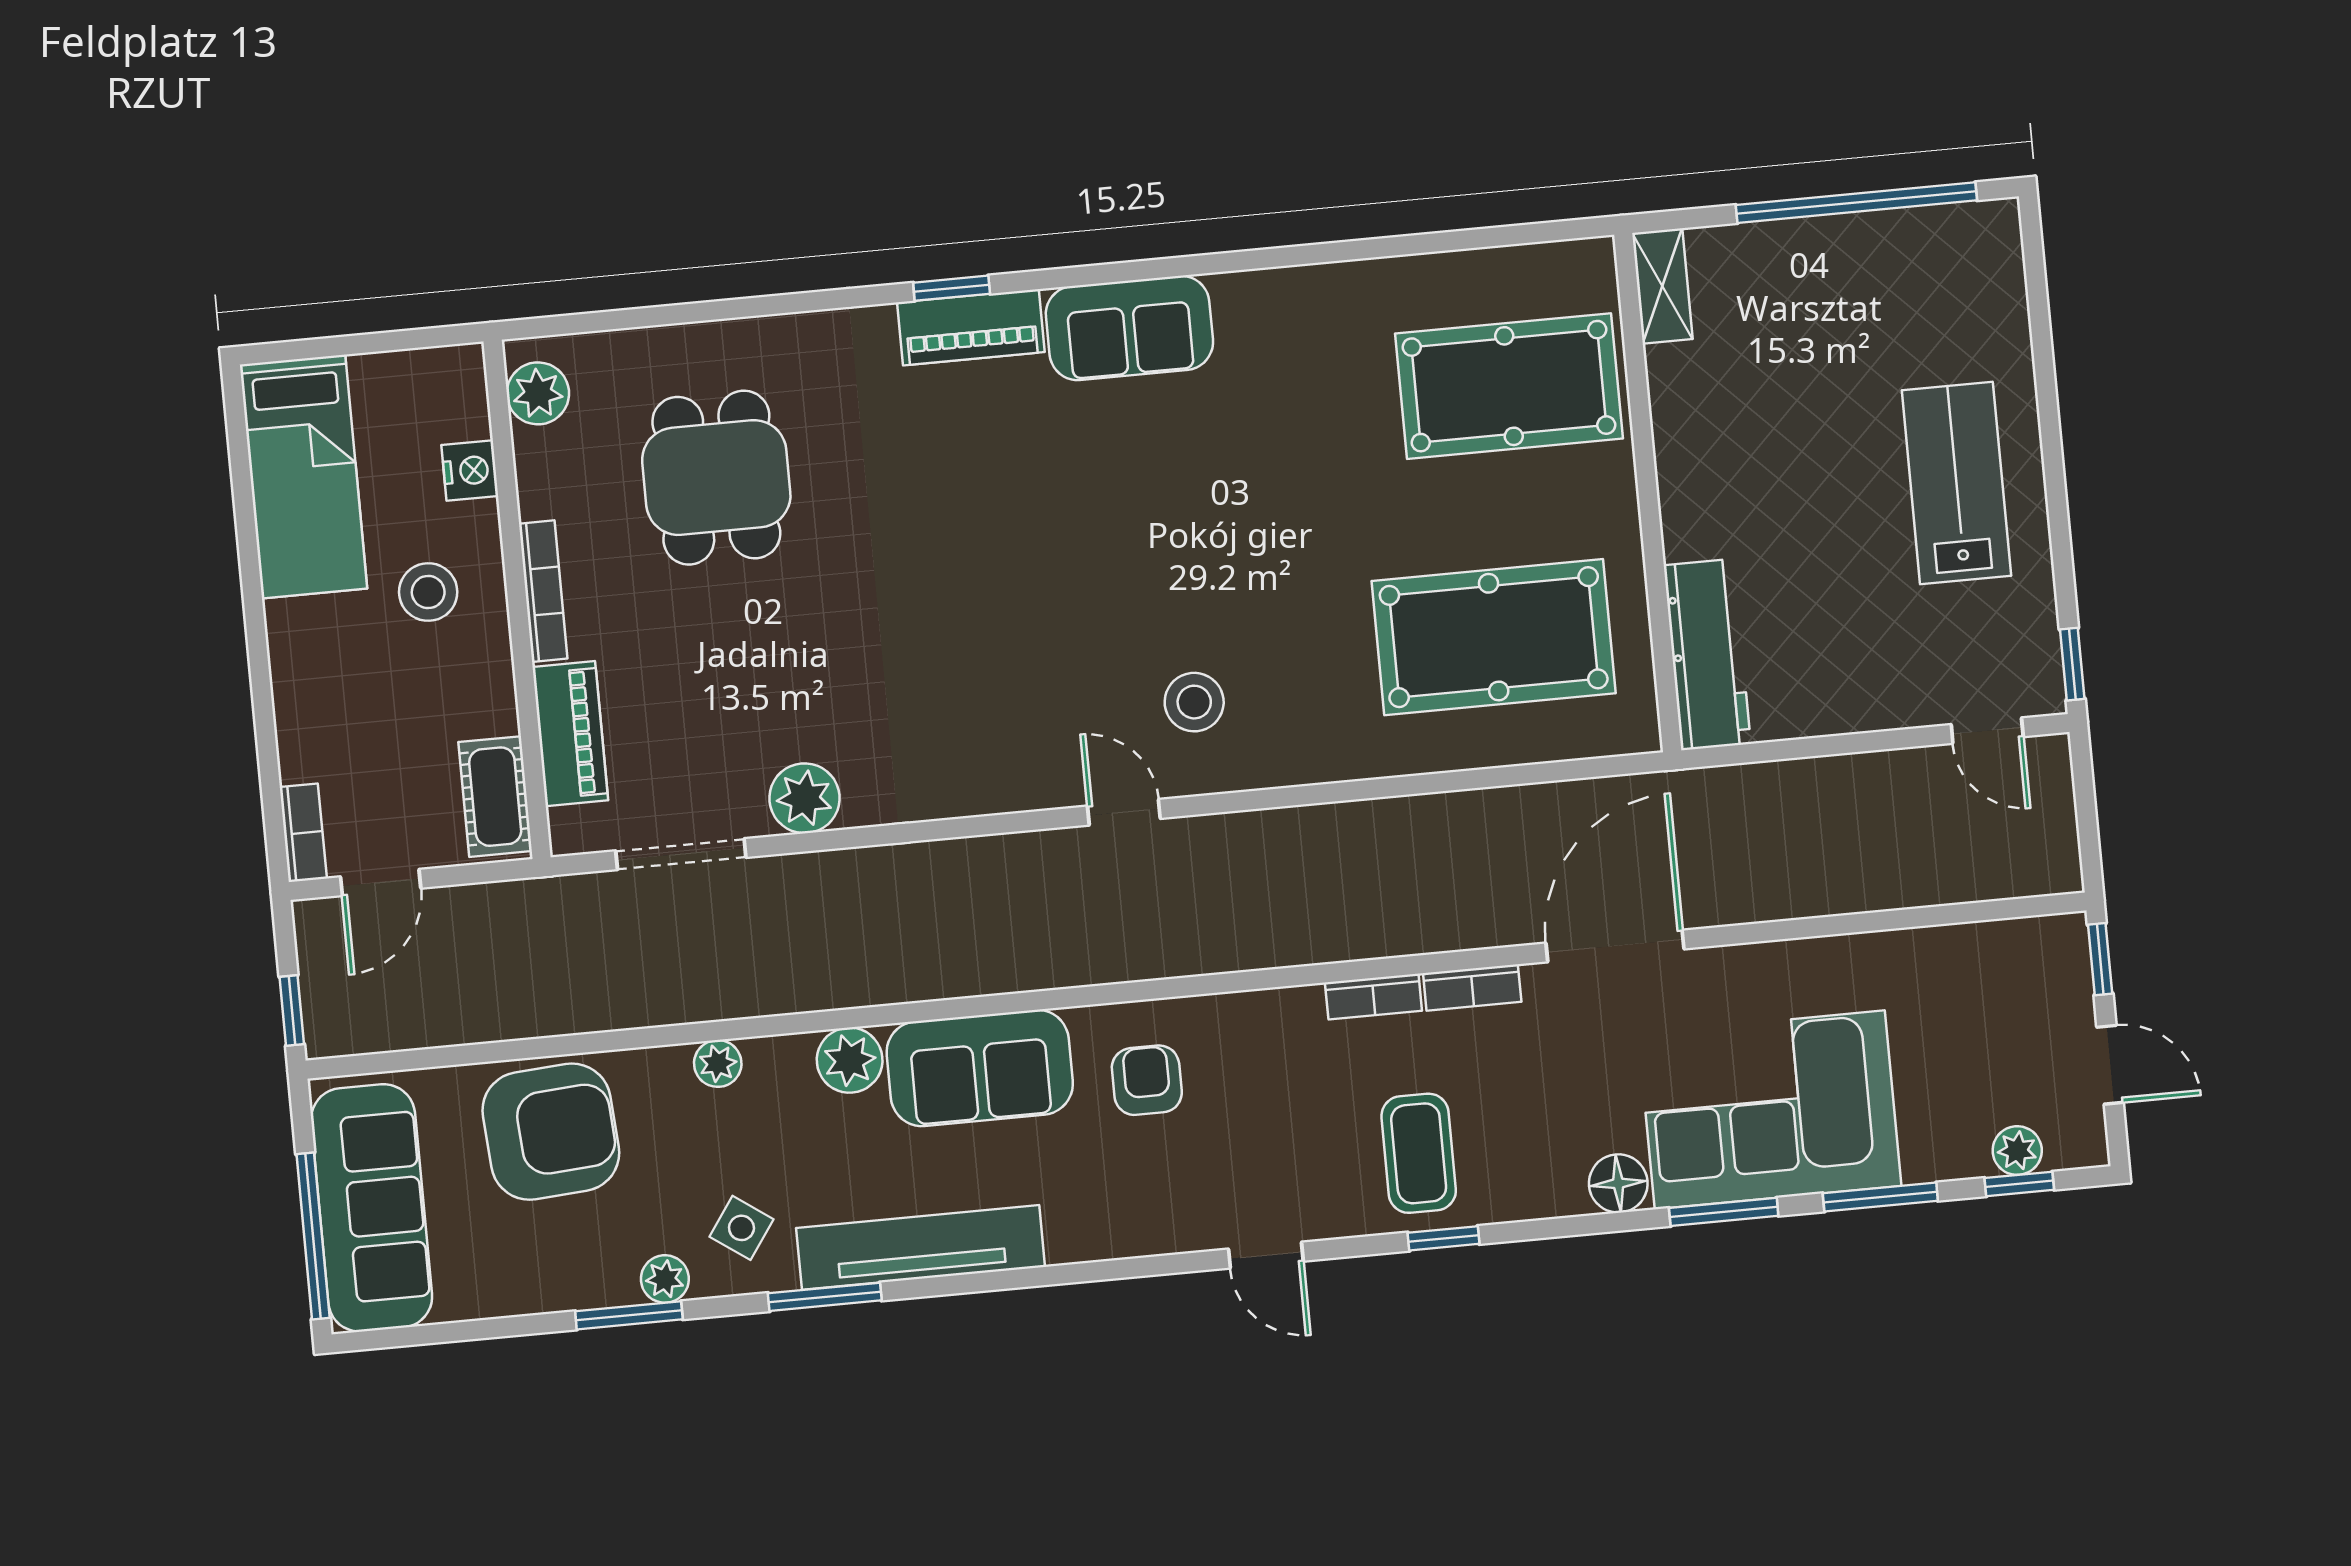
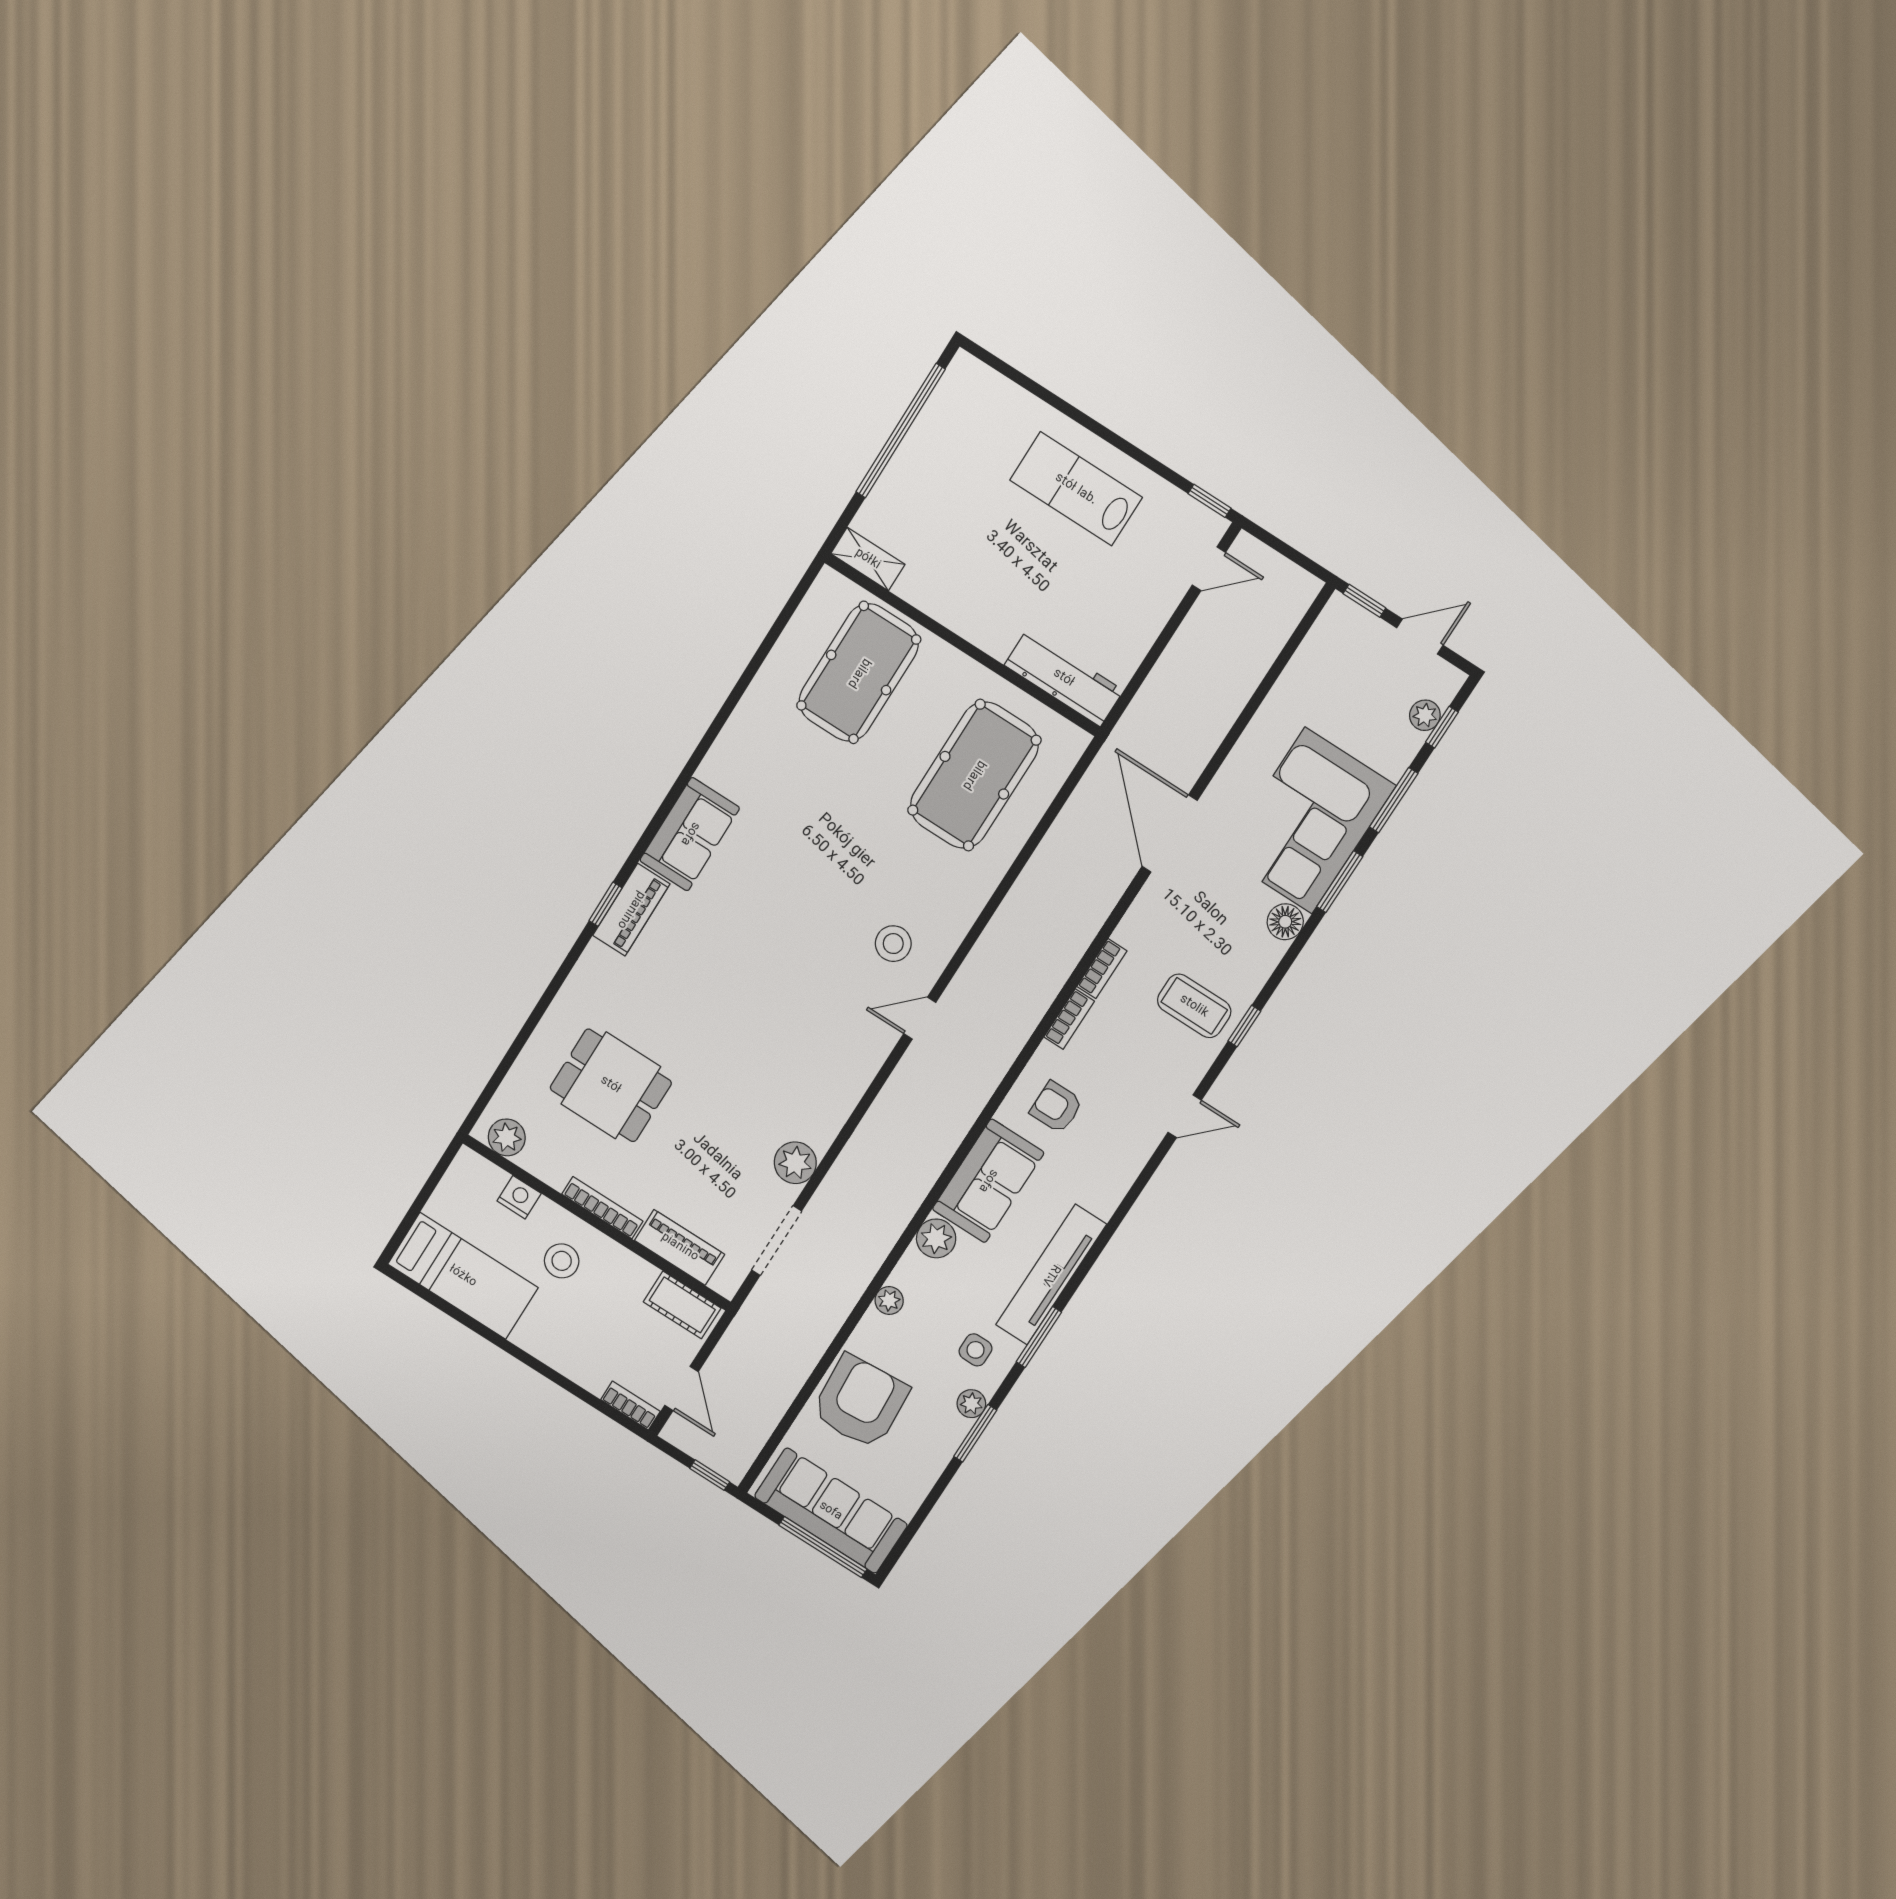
bookcase: (1472, 988) -> (1069, 1019), moved
side table: (741, 1228) -> (976, 1350), turned -35

